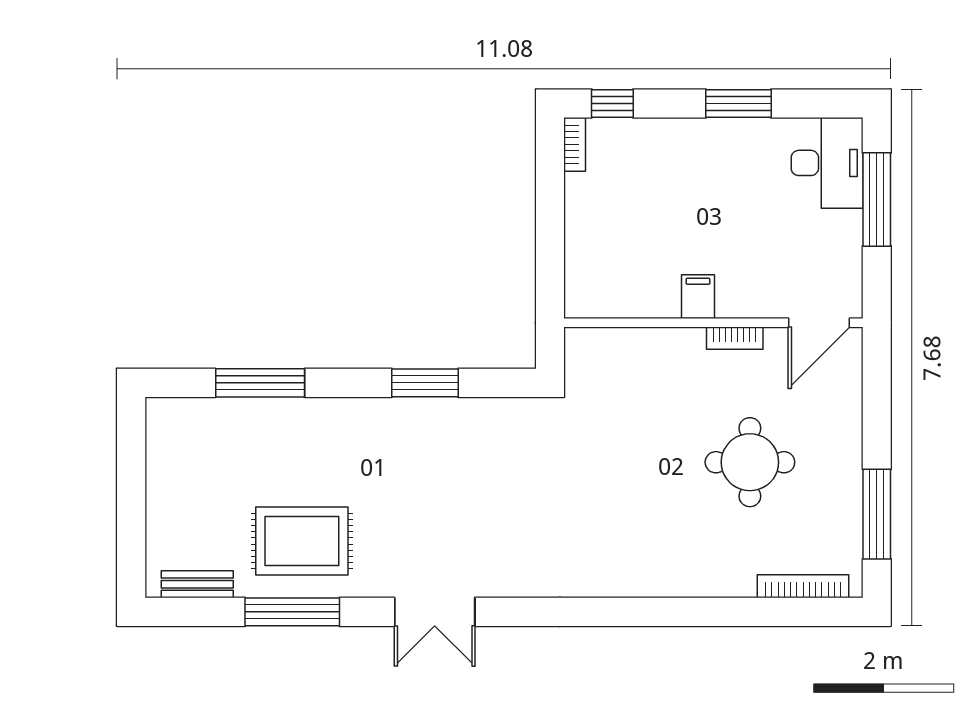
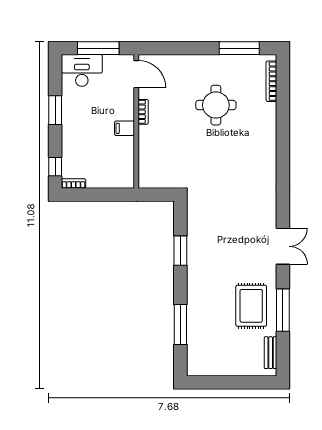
filing cabinet: (698, 297) -> (125, 128), moved
wall: (713, 323) -> (136, 121), moved
door: (819, 323) -> (136, 74), moved
bookcase: (735, 338) -> (143, 112), moved

